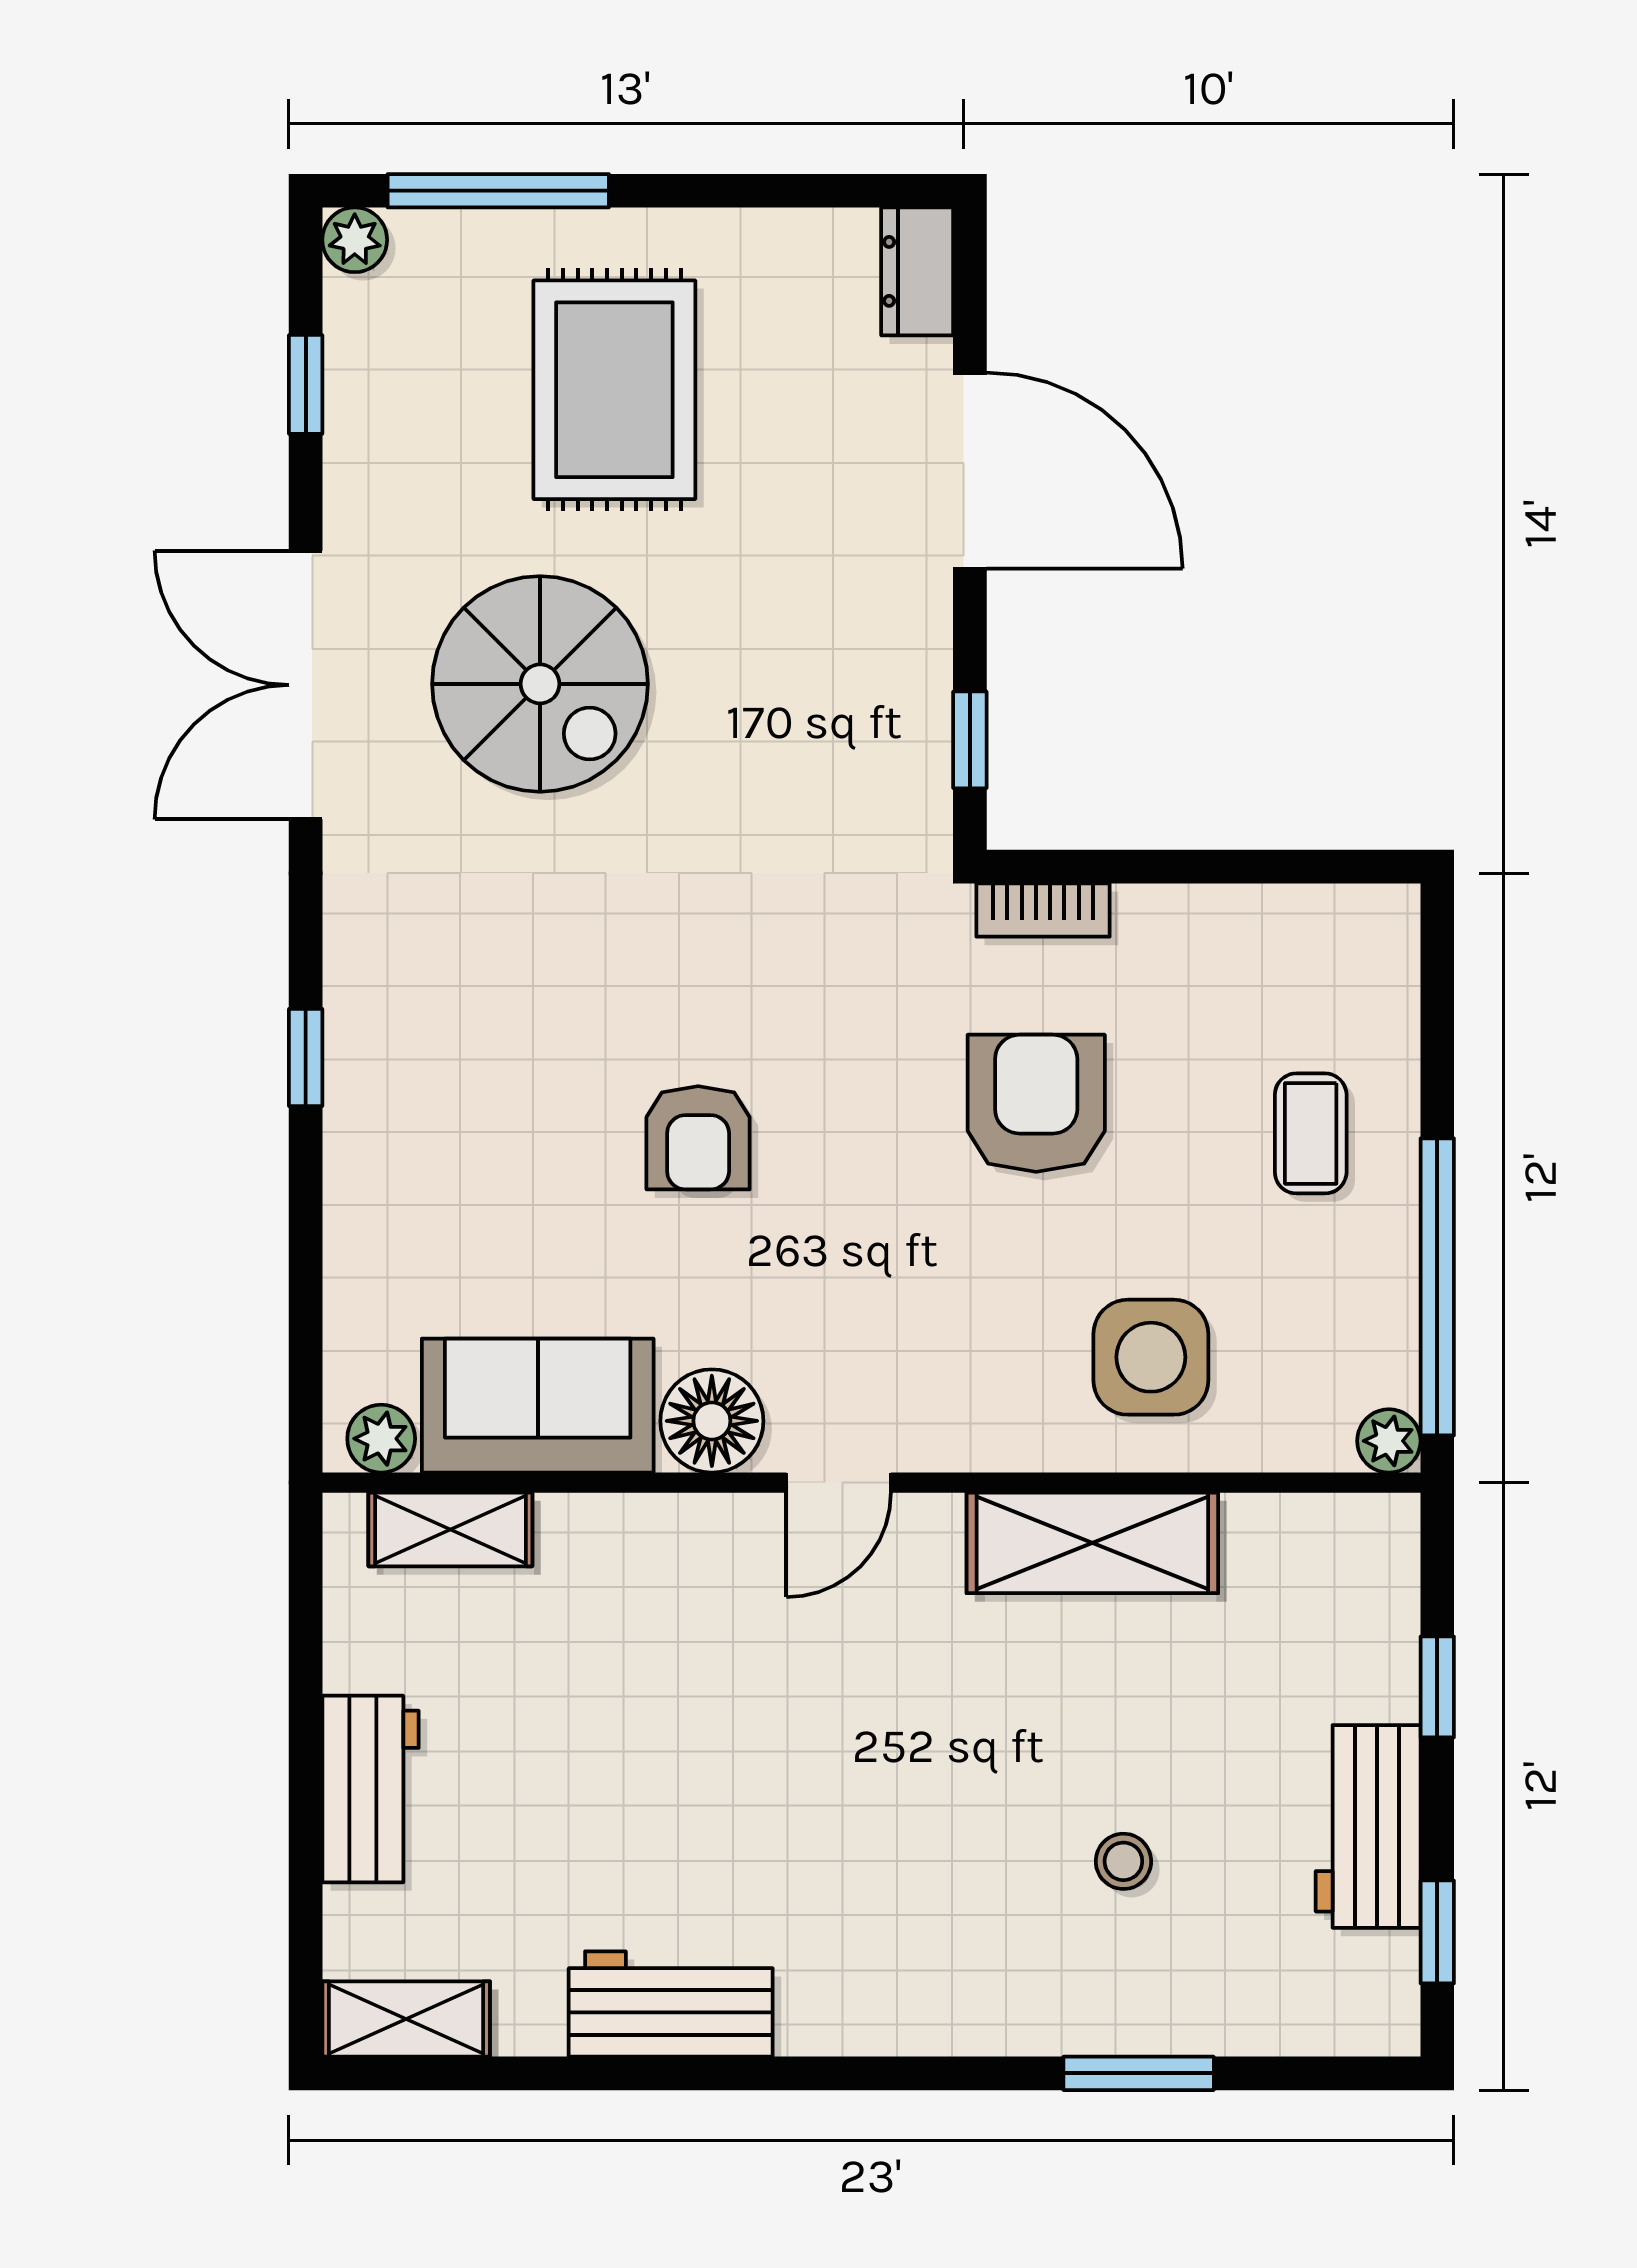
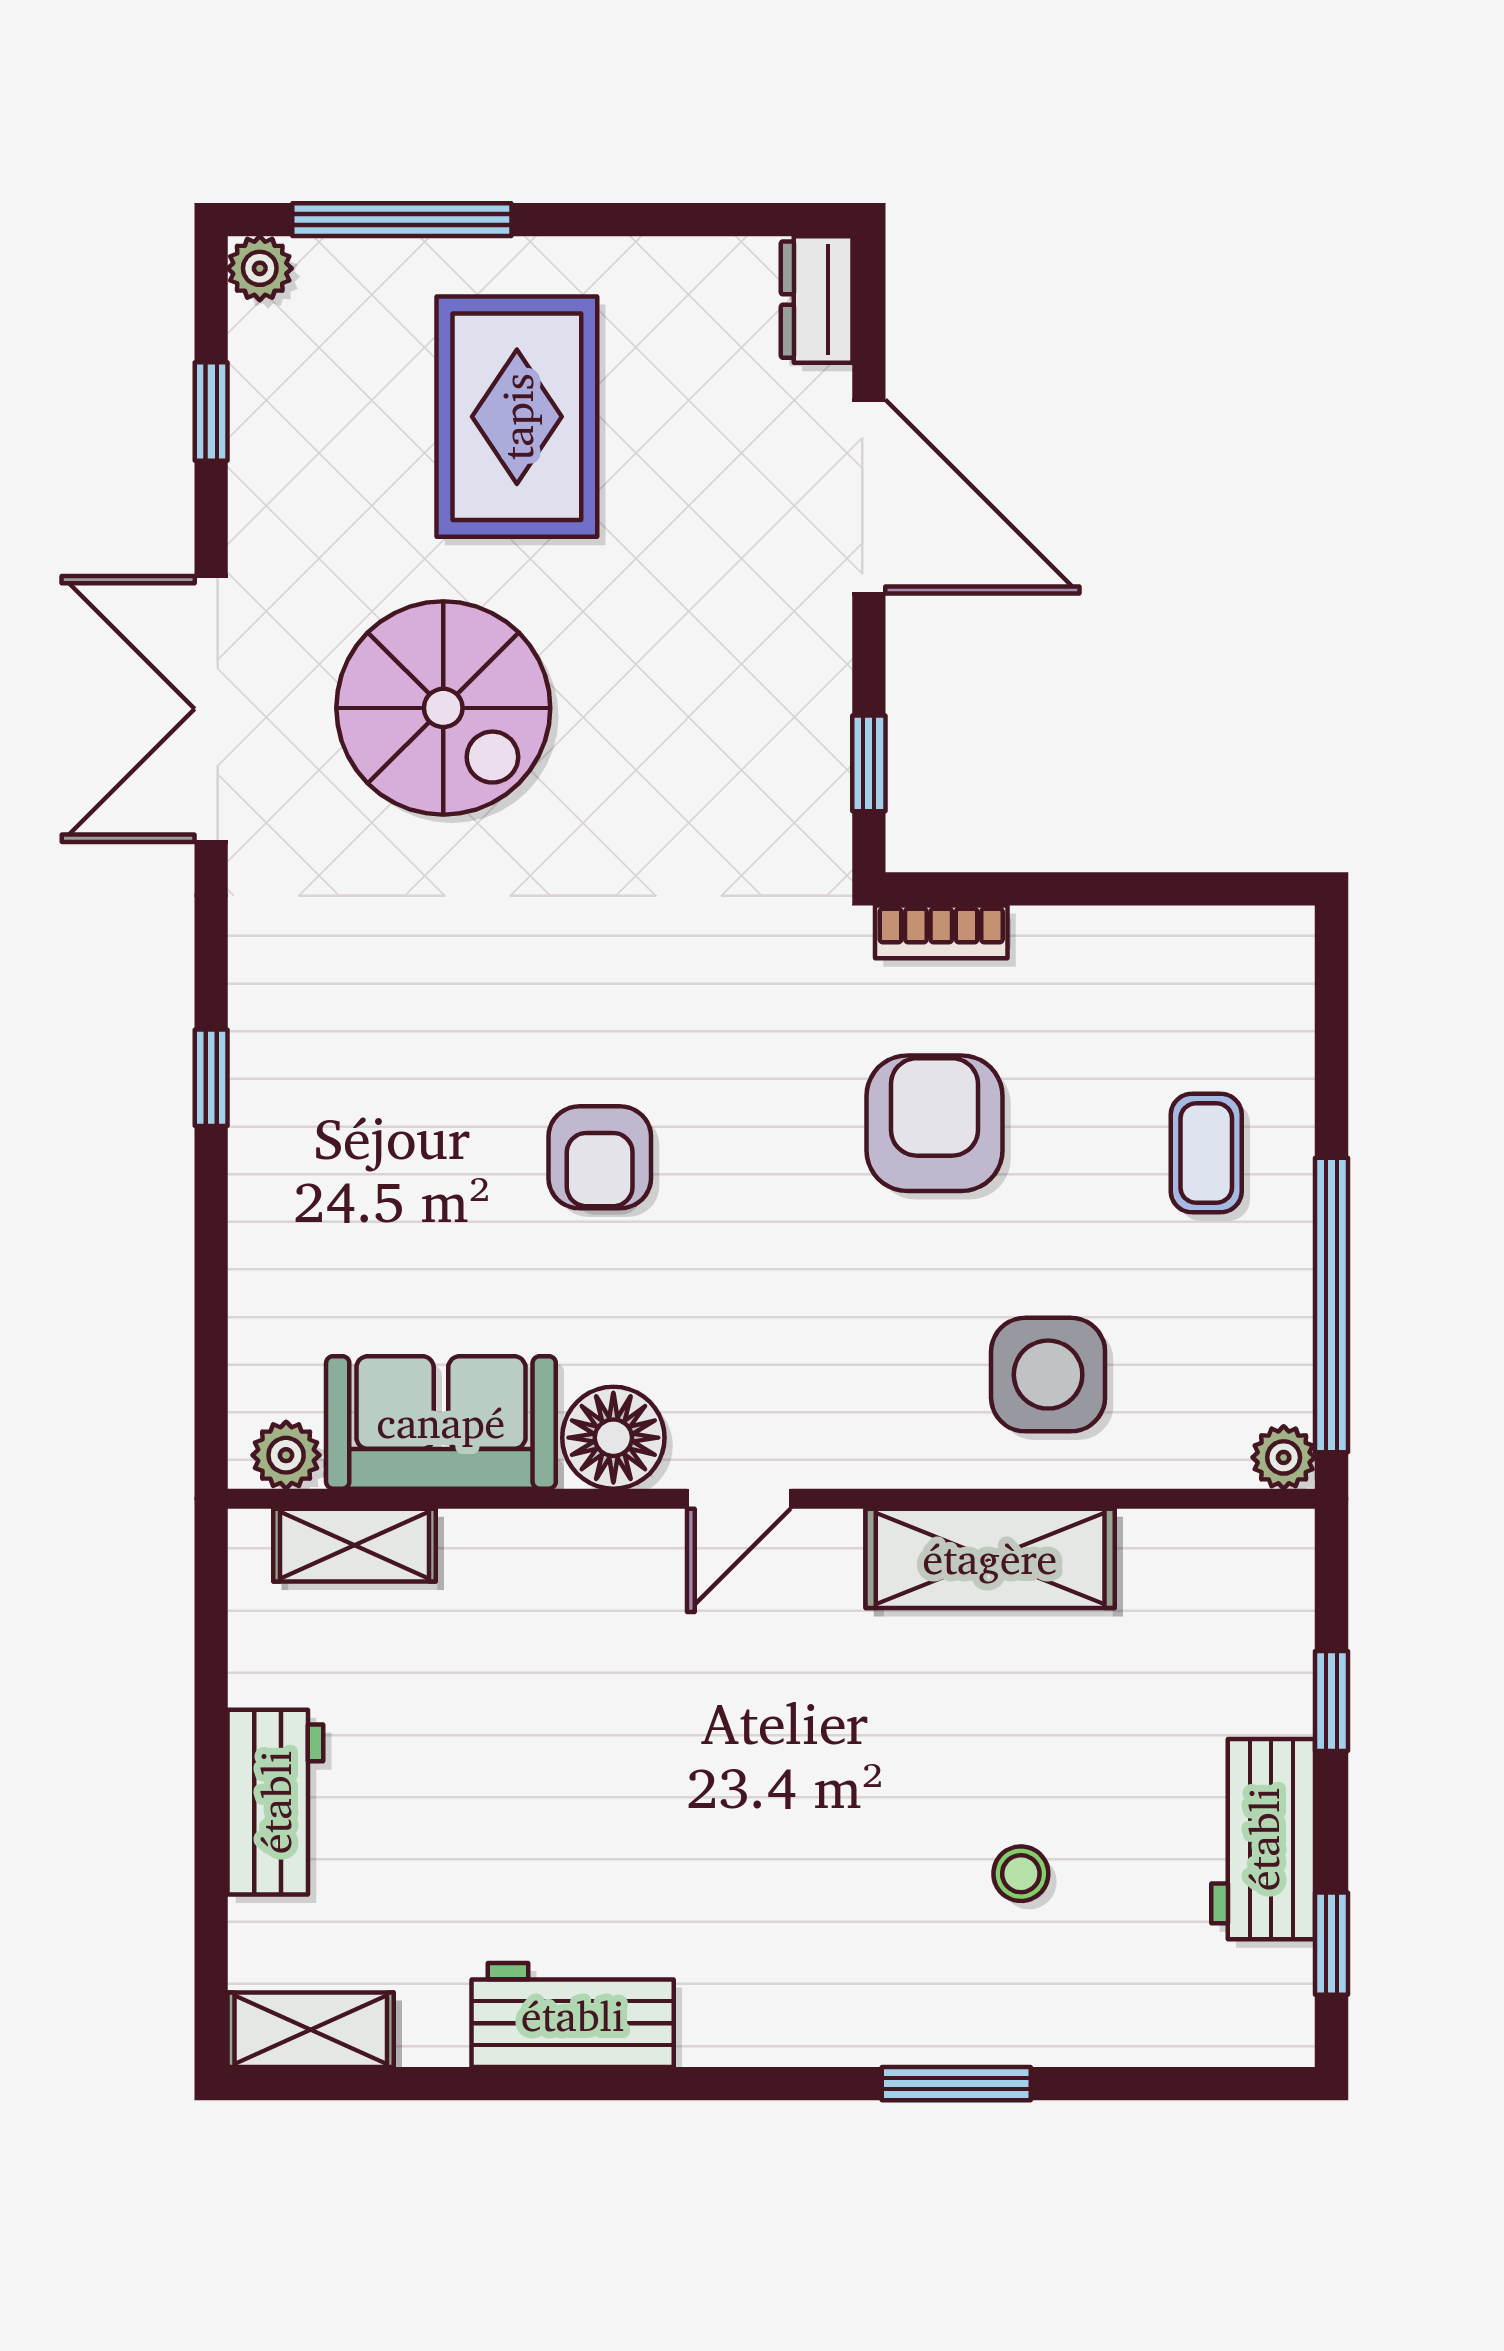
window: (1139, 2073) -> (956, 2084), moved

